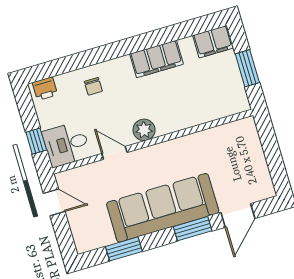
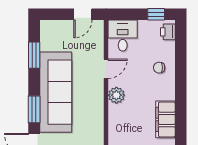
window: (36, 141) -> (156, 14), moved

